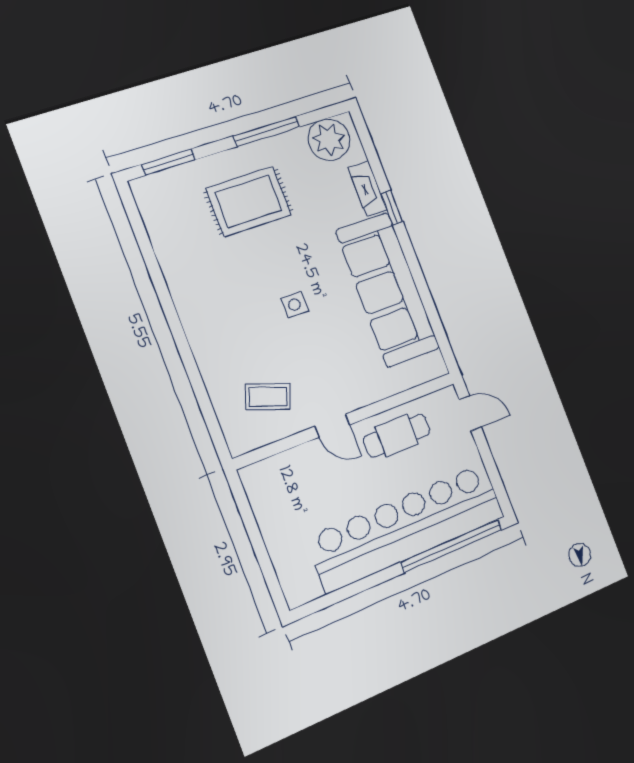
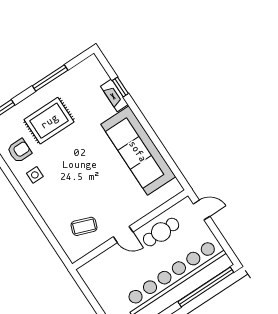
plant: (329, 140) -> (86, 73), removed
window: (392, 208) -> (120, 87), moved
armchair: (185, 239) -> (19, 151), added
side table: (295, 305) -> (35, 175), moved

